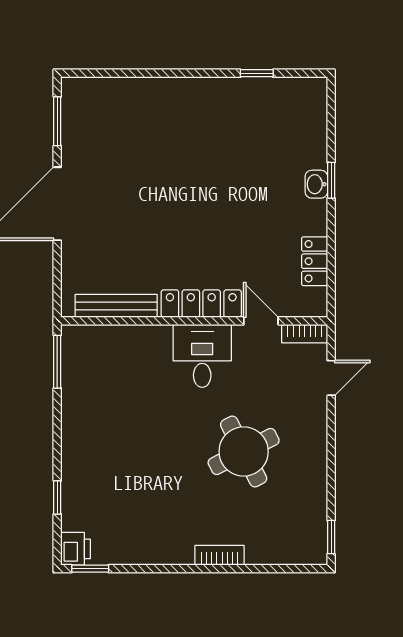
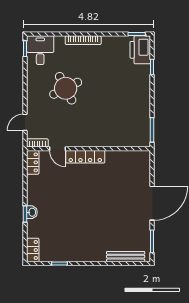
locker: (315, 103) -> (33, 250), added
locker: (315, 261) -> (33, 162), moved
bench: (116, 306) -> (126, 257), moved
desk: (202, 356) -> (40, 50), moved, turned 180
printer: (75, 549) -> (140, 50), width x1.87, depth x1.48
bookcase: (220, 555) -> (83, 40), width x1.56

